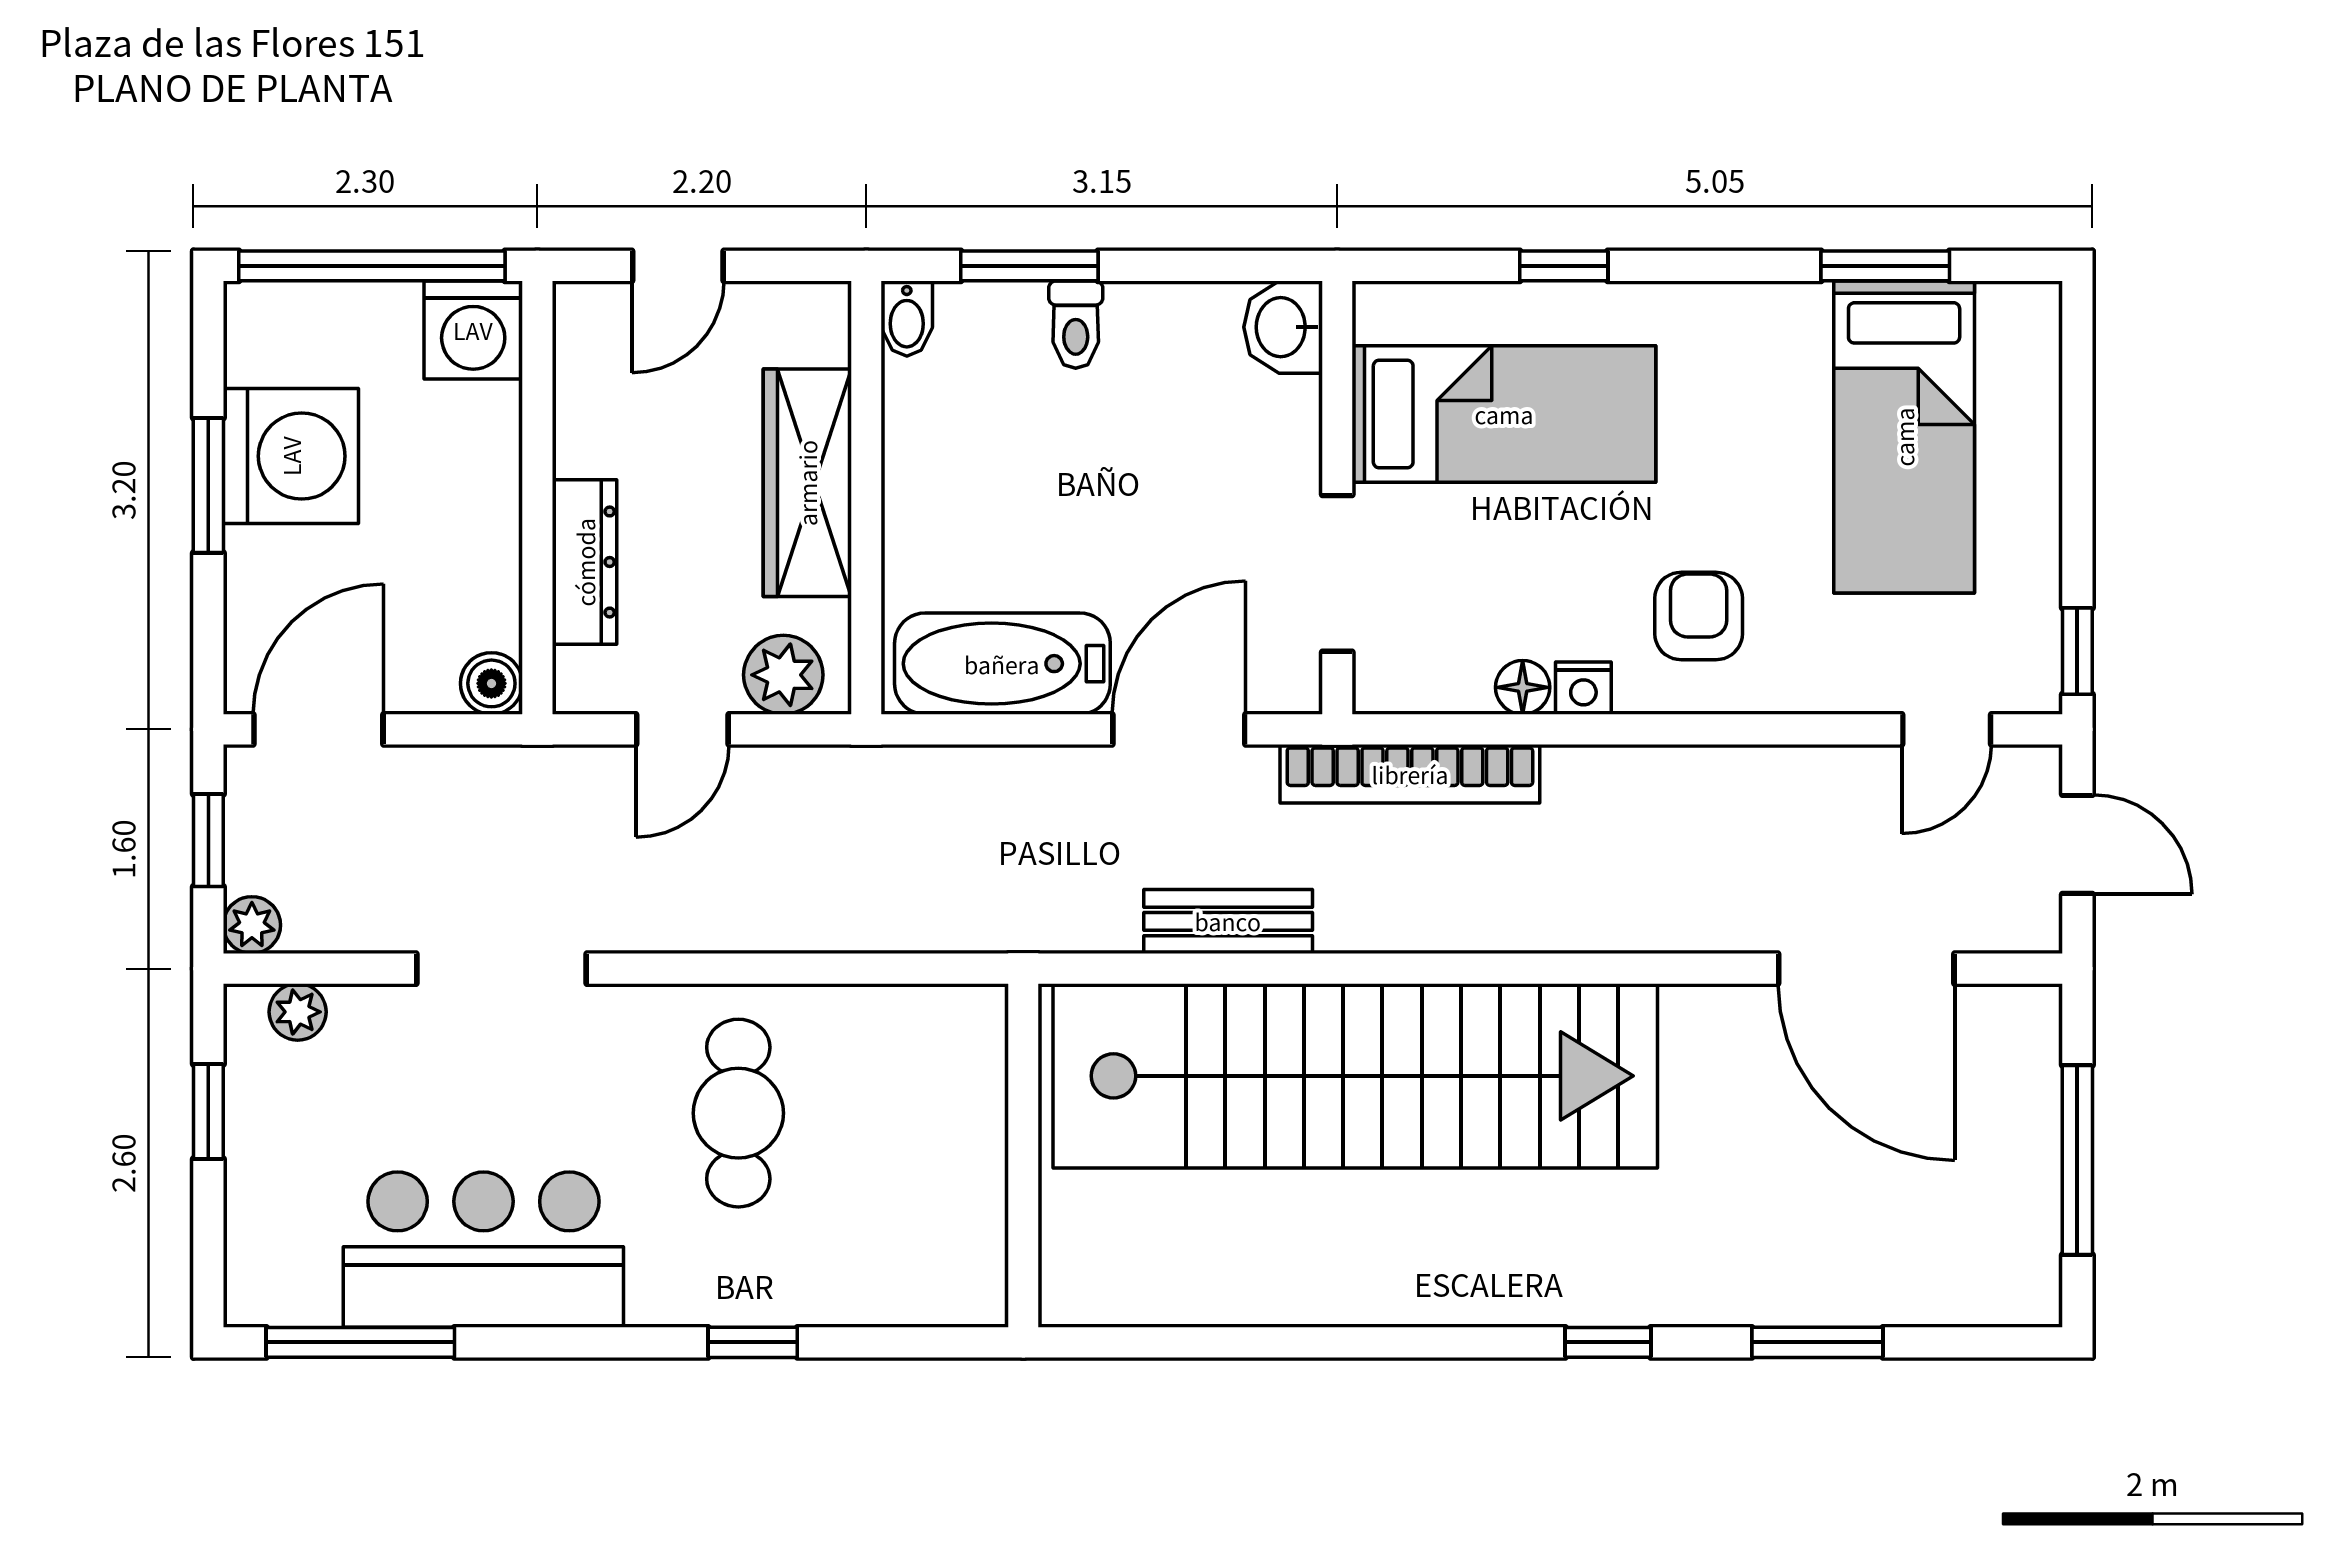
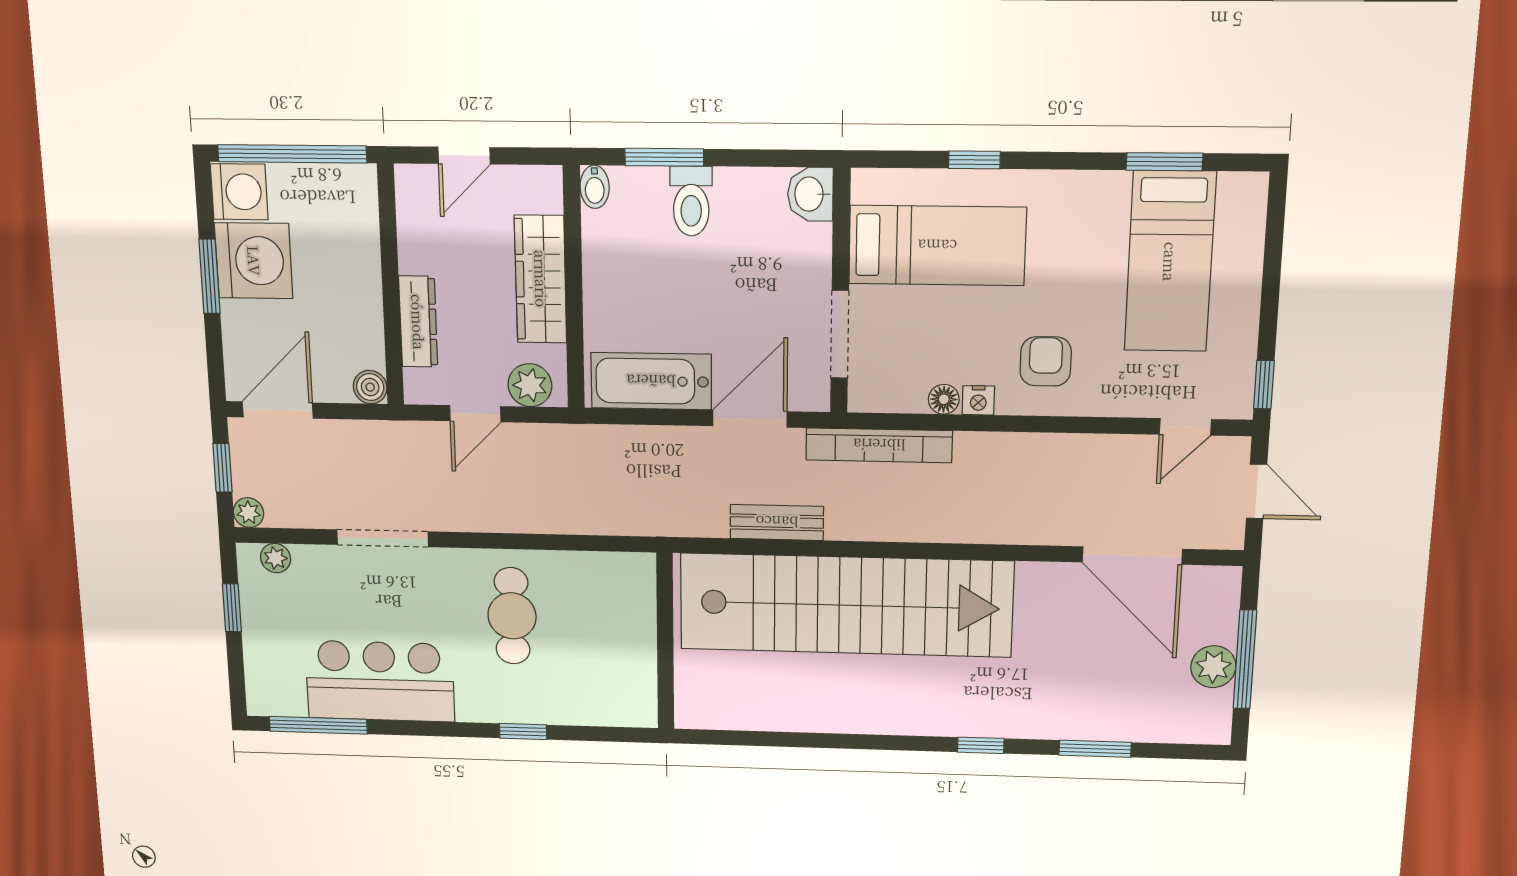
toilet: (1076, 325) -> (691, 201), width x1.37, depth x1.39
washing machine: (473, 330) -> (239, 192), moved, turned -90
plant: (2022, 1176) -> (1213, 667), added

